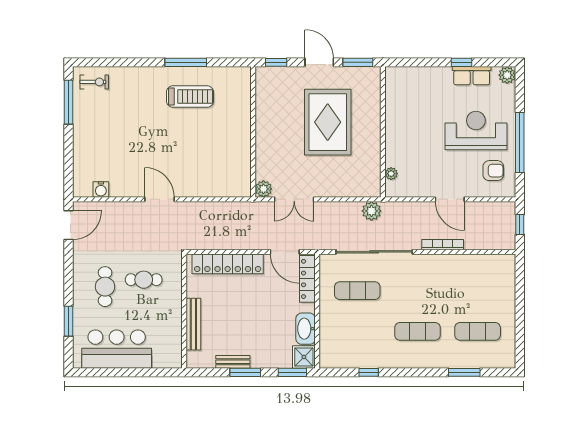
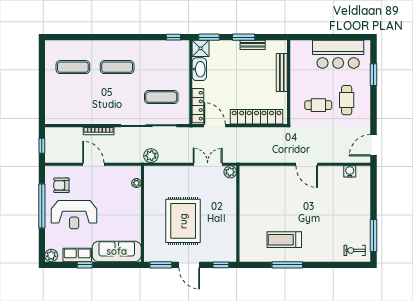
sofa: (418, 81) -> (117, 251), added
window: (369, 372) -> (173, 37), moved
window: (464, 372) -> (83, 37), removed

